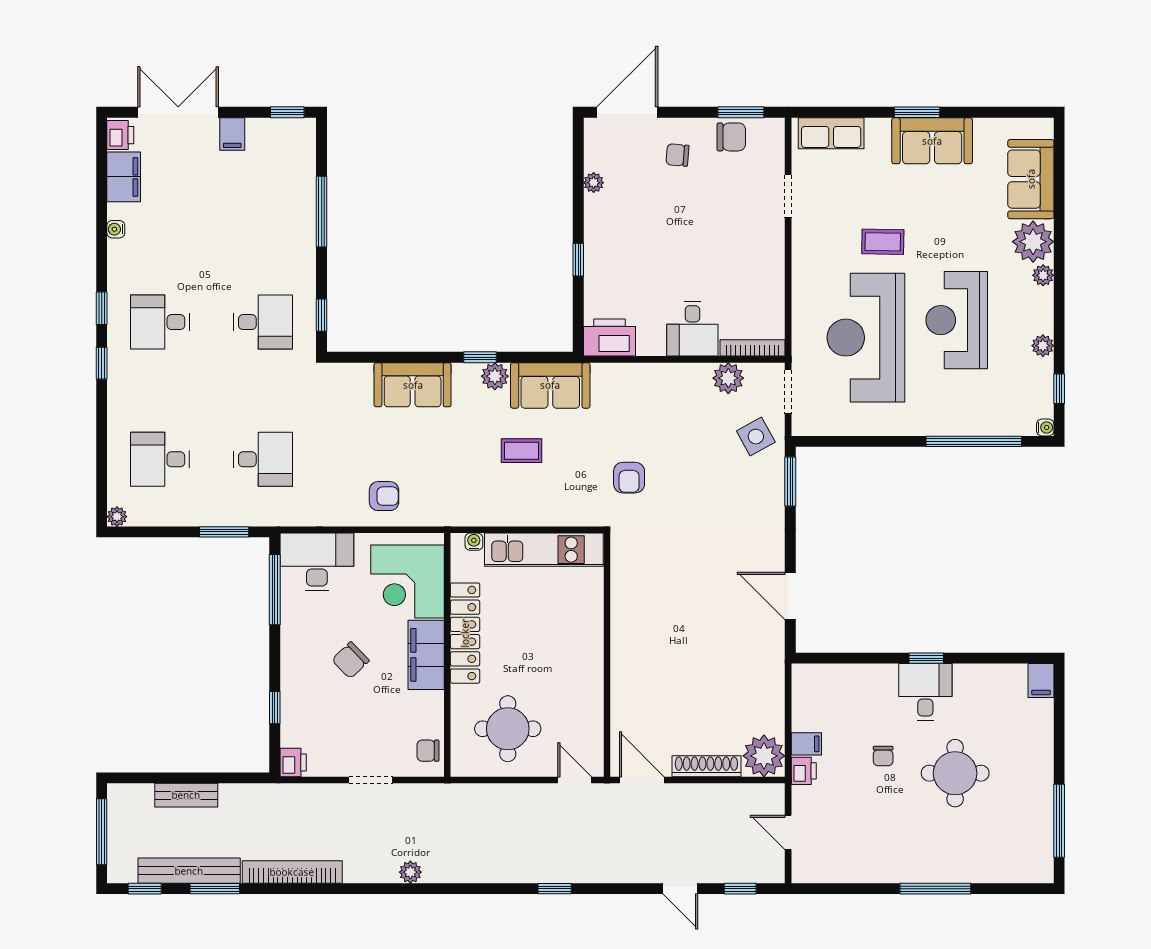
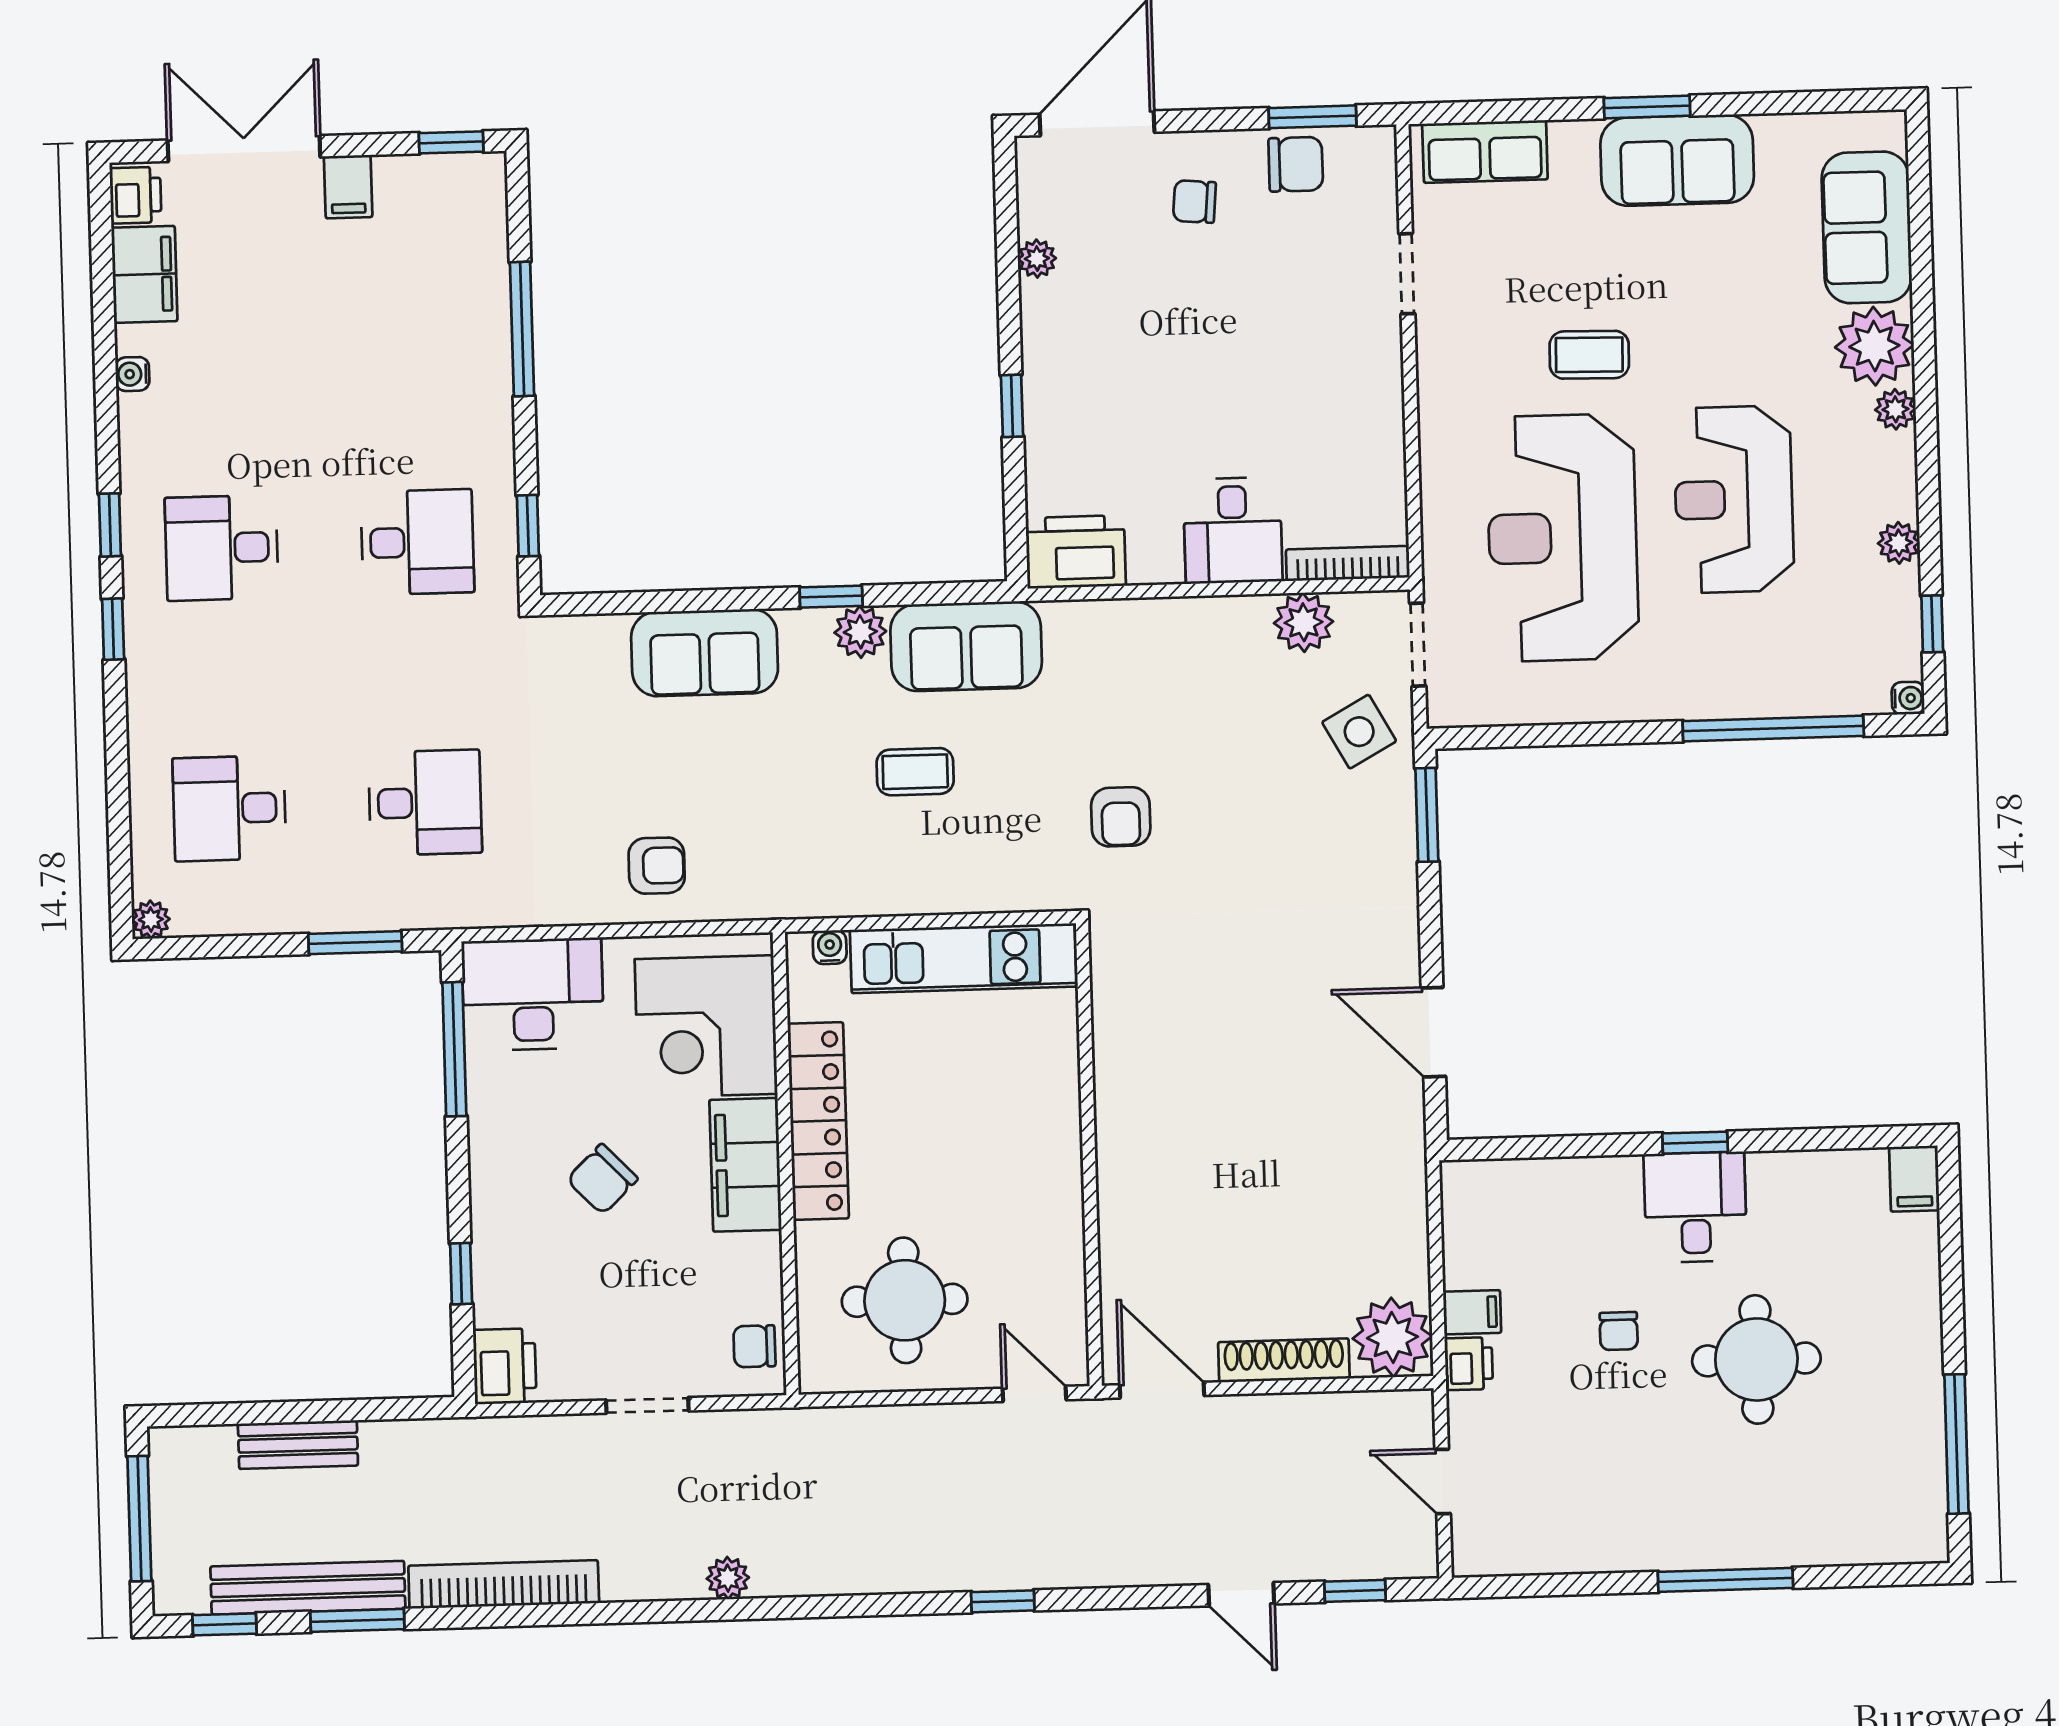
printer: (293, 762) -> (505, 1366), width x1.36, depth x1.24

